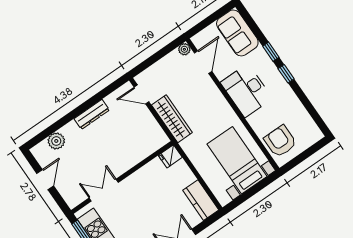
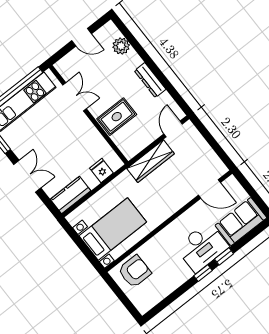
plant: (184, 49) -> (221, 169), removed
desk: (246, 91) -> (202, 247), moved, turned 180
rug: (126, 150) -> (117, 117), added
fridge: (170, 156) -> (101, 171), moved

